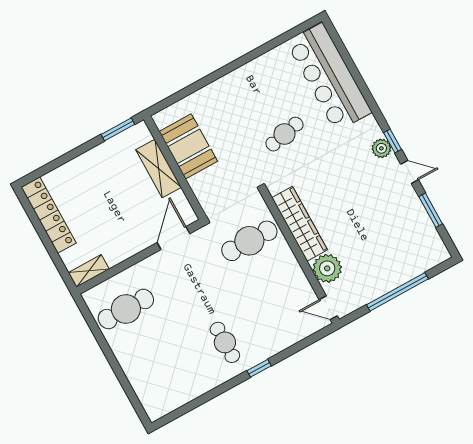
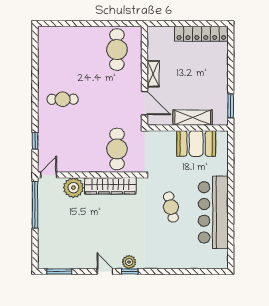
bar counter: (329, 77) -> (213, 212), moved, turned -90
door: (410, 172) -> (105, 271), swing flipped
window: (431, 210) -> (59, 271), moved
shelving: (89, 271) -> (153, 74), moved
window: (397, 292) -> (35, 205), moved
window: (259, 368) -> (35, 141), moved

